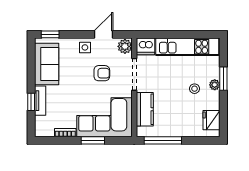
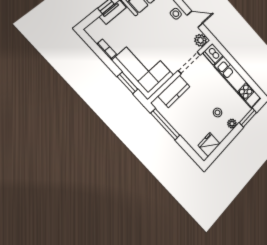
armchair: (102, 73) -> (170, 40), removed
window: (223, 79) -> (248, 118), moved
window: (93, 140) -> (127, 83), moved

